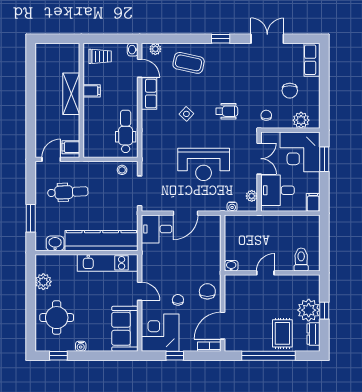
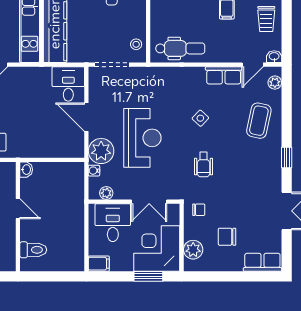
reception desk: (204, 164) -> (142, 138), turned 180
plant: (215, 200) -> (101, 151), added

